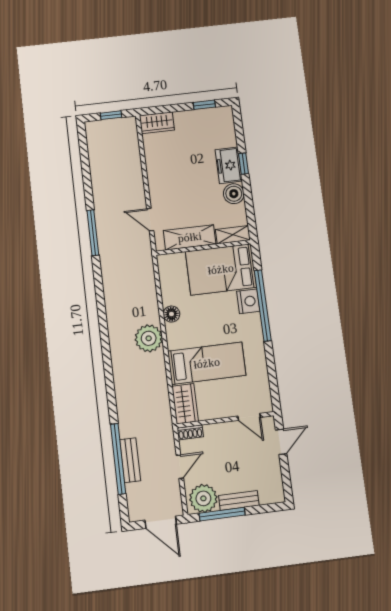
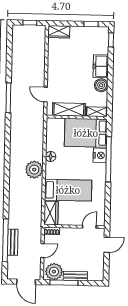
window: (244, 164) -> (111, 40), moved
door: (249, 417) -> (89, 227), swing flipped

